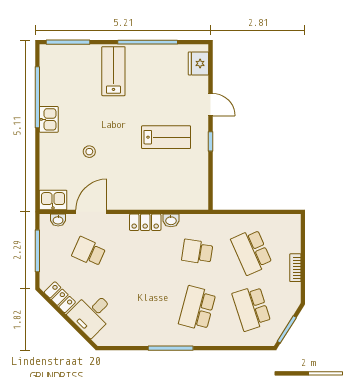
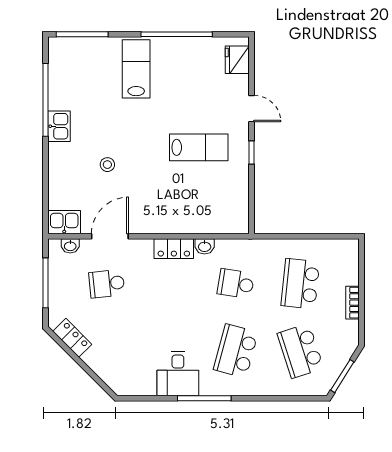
school desk: (89, 252) -> (107, 284), turned -30
school desk: (252, 252) -> (300, 284), turned 30
desk: (92, 314) -> (178, 374), moved, turned -45

